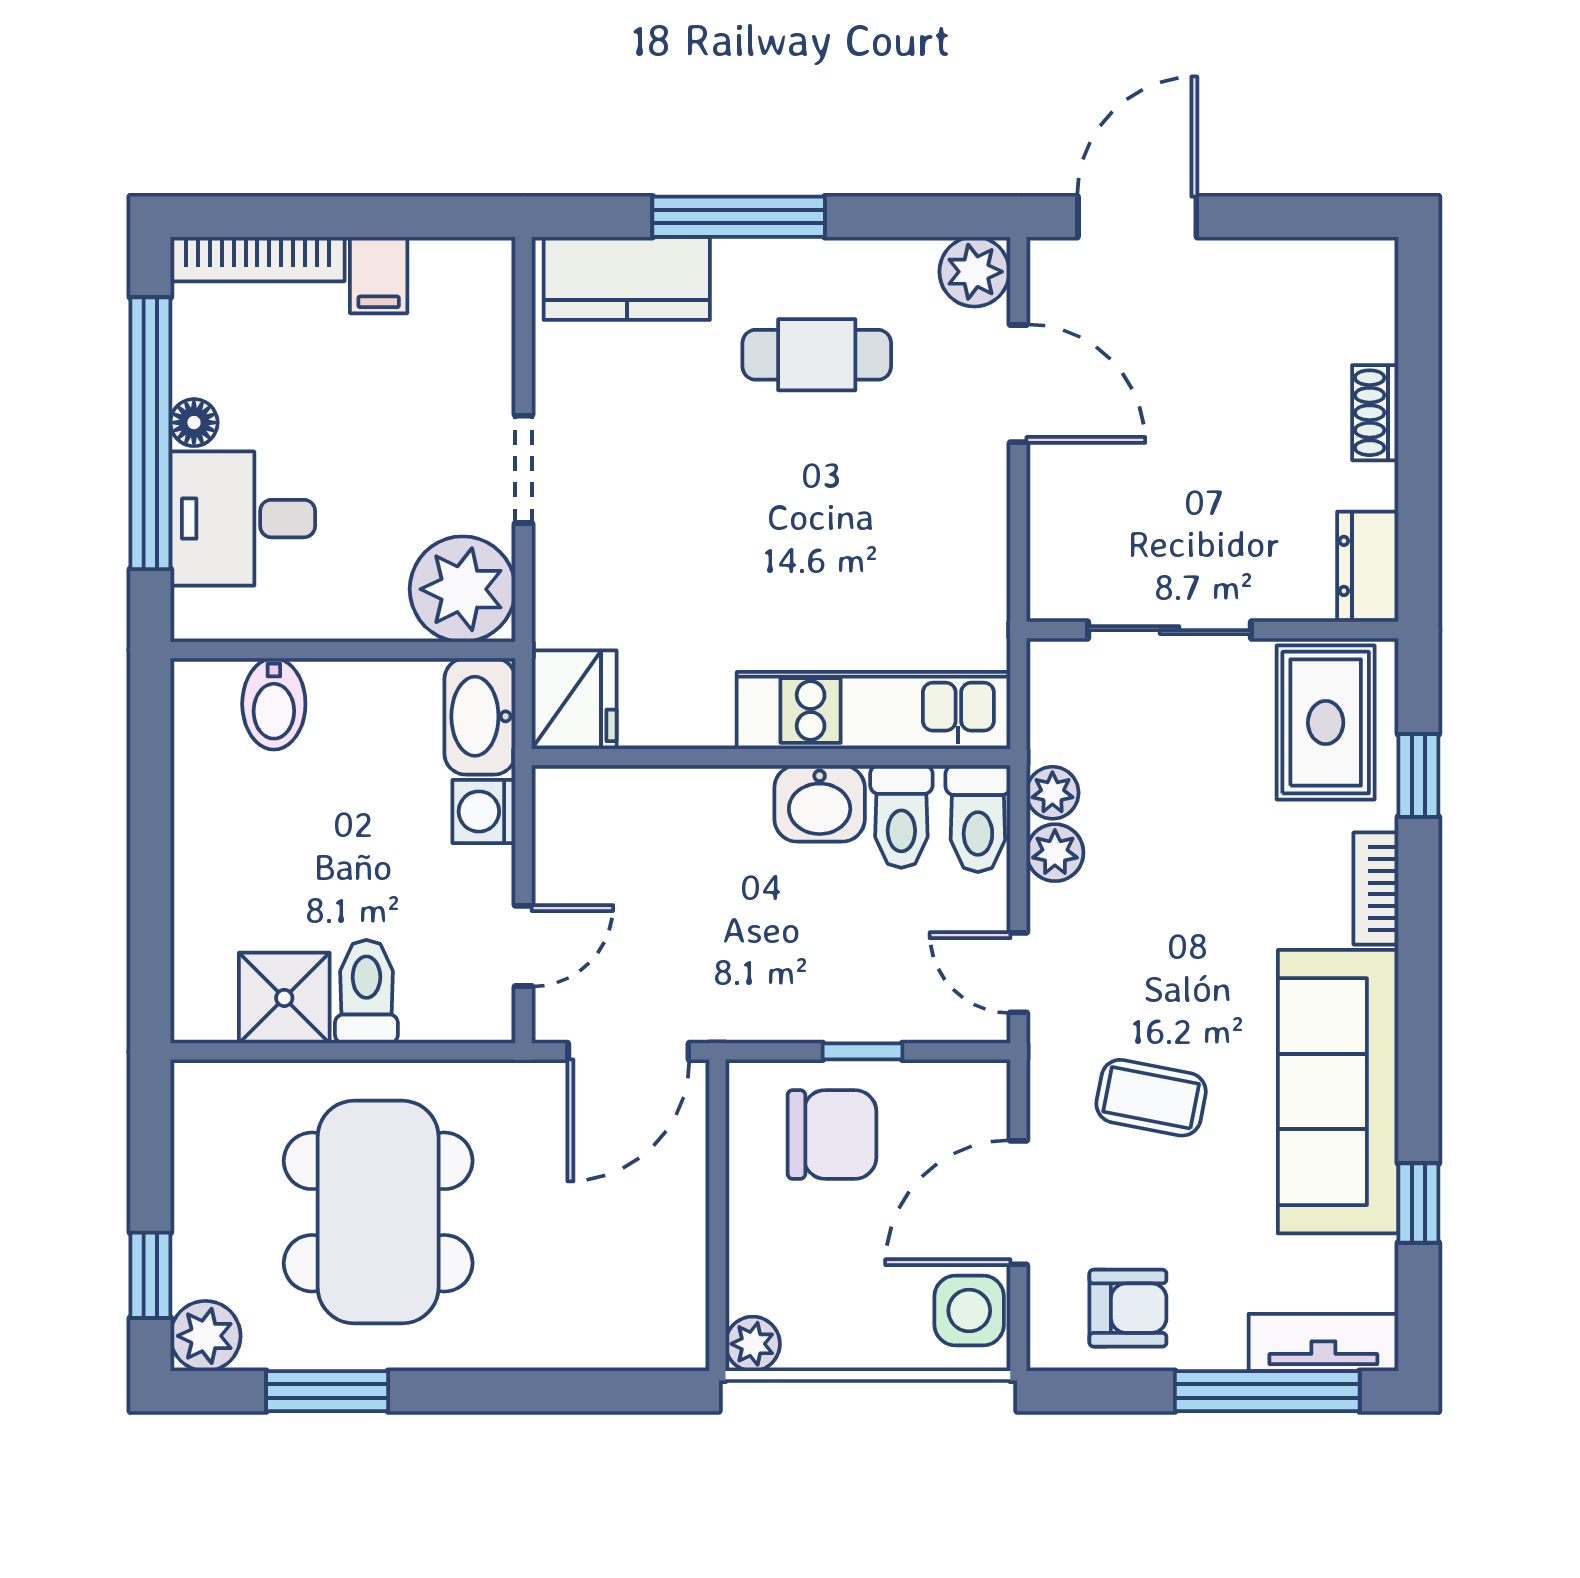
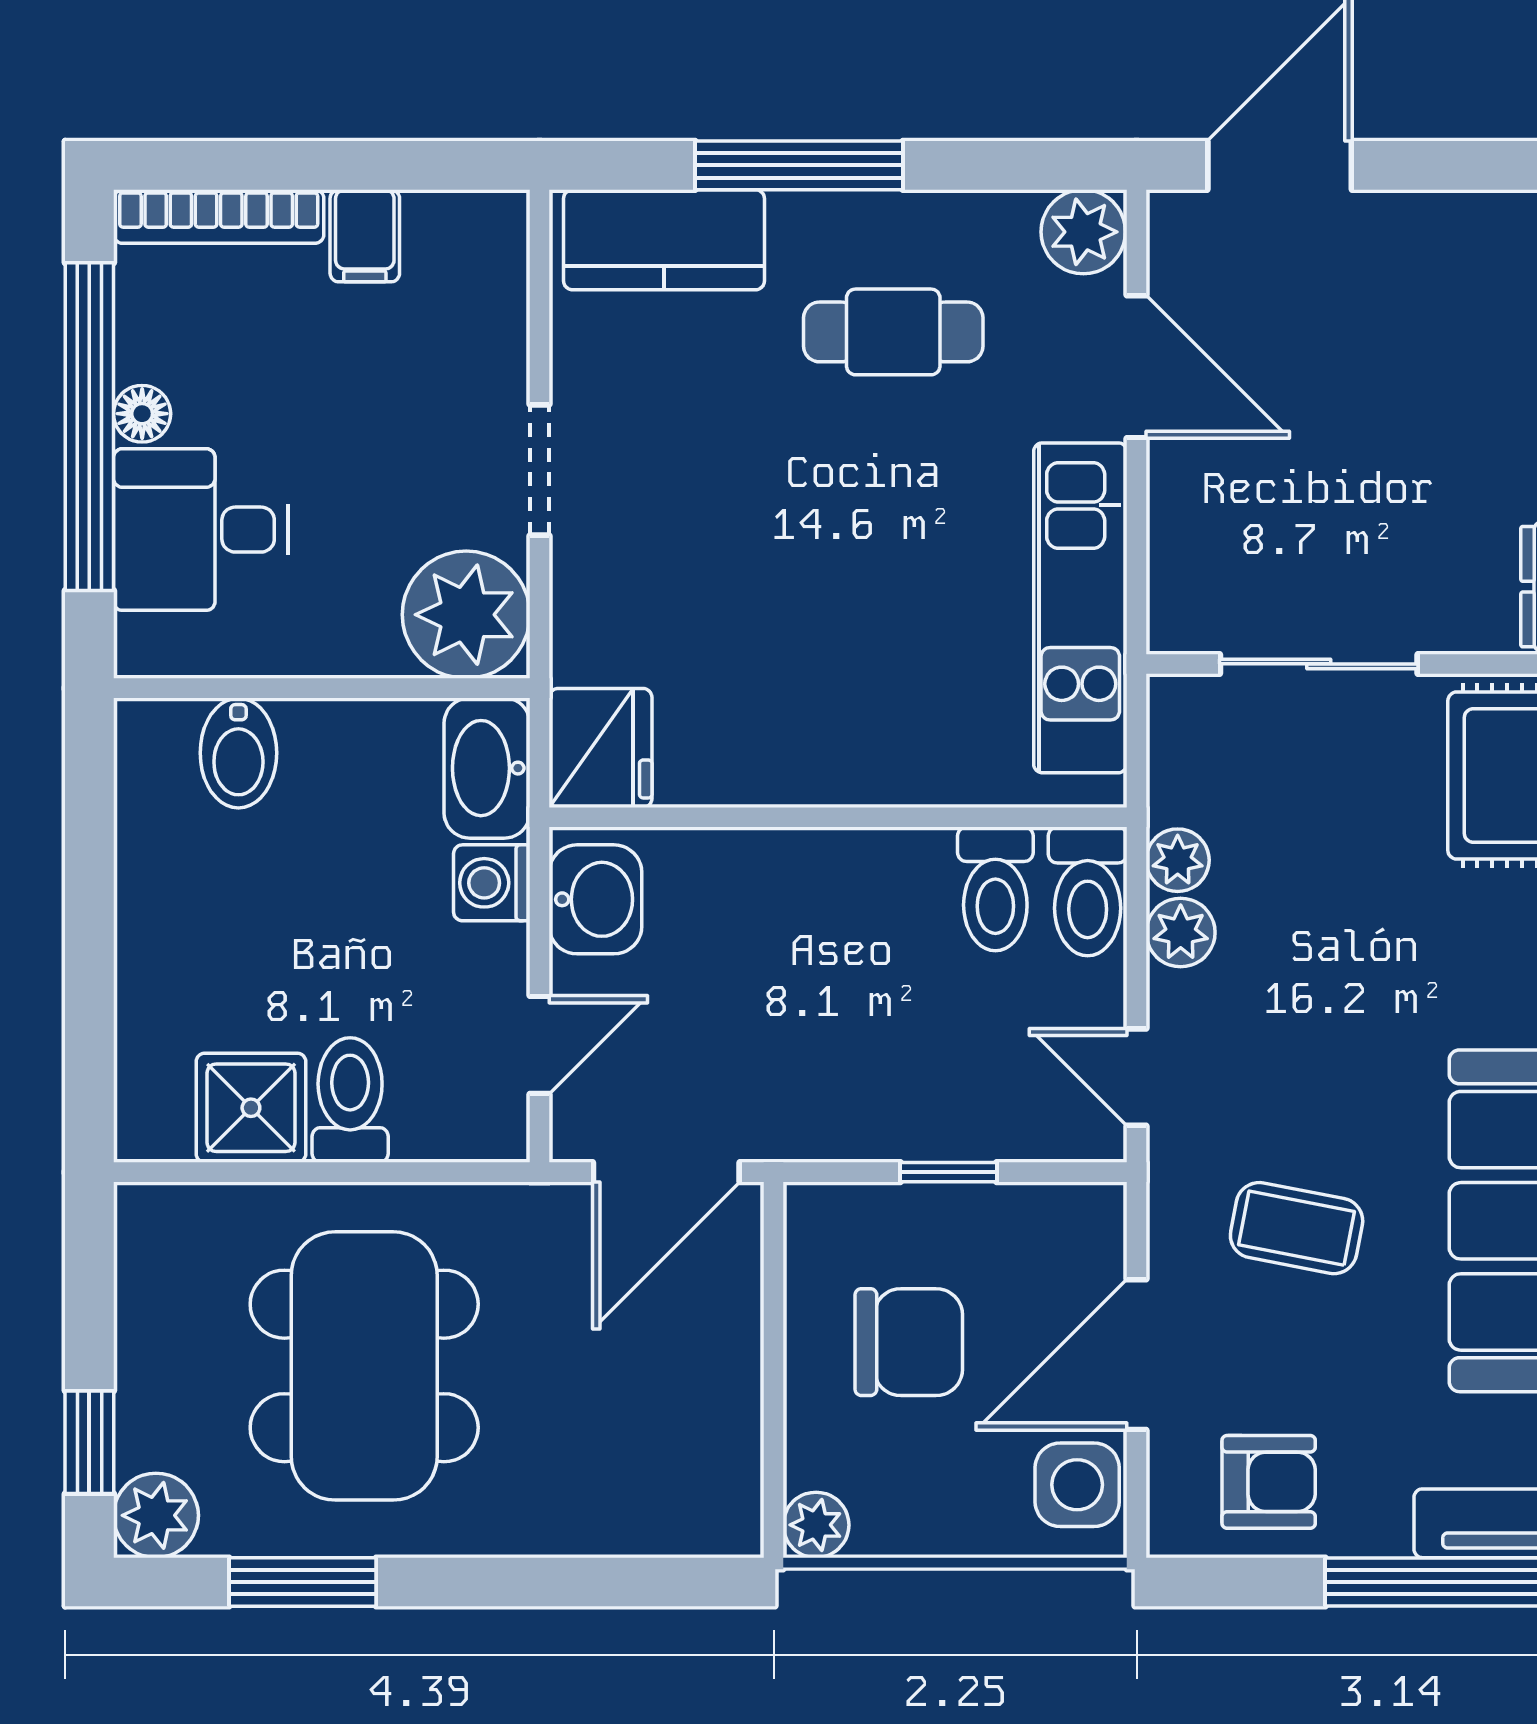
kitchen unit: (874, 710) -> (1080, 608), moved, turned -90
washbasin: (820, 803) -> (595, 899), moved, turned -90
chair: (832, 1134) -> (909, 1342), moved

